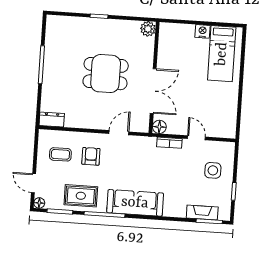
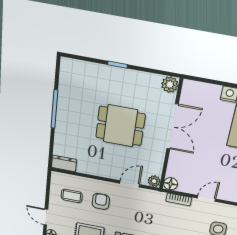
double door: (153, 91) -> (172, 127), moved
plant: (143, 126) -> (154, 181), added
door: (196, 138) -> (206, 198), hinge flipped

